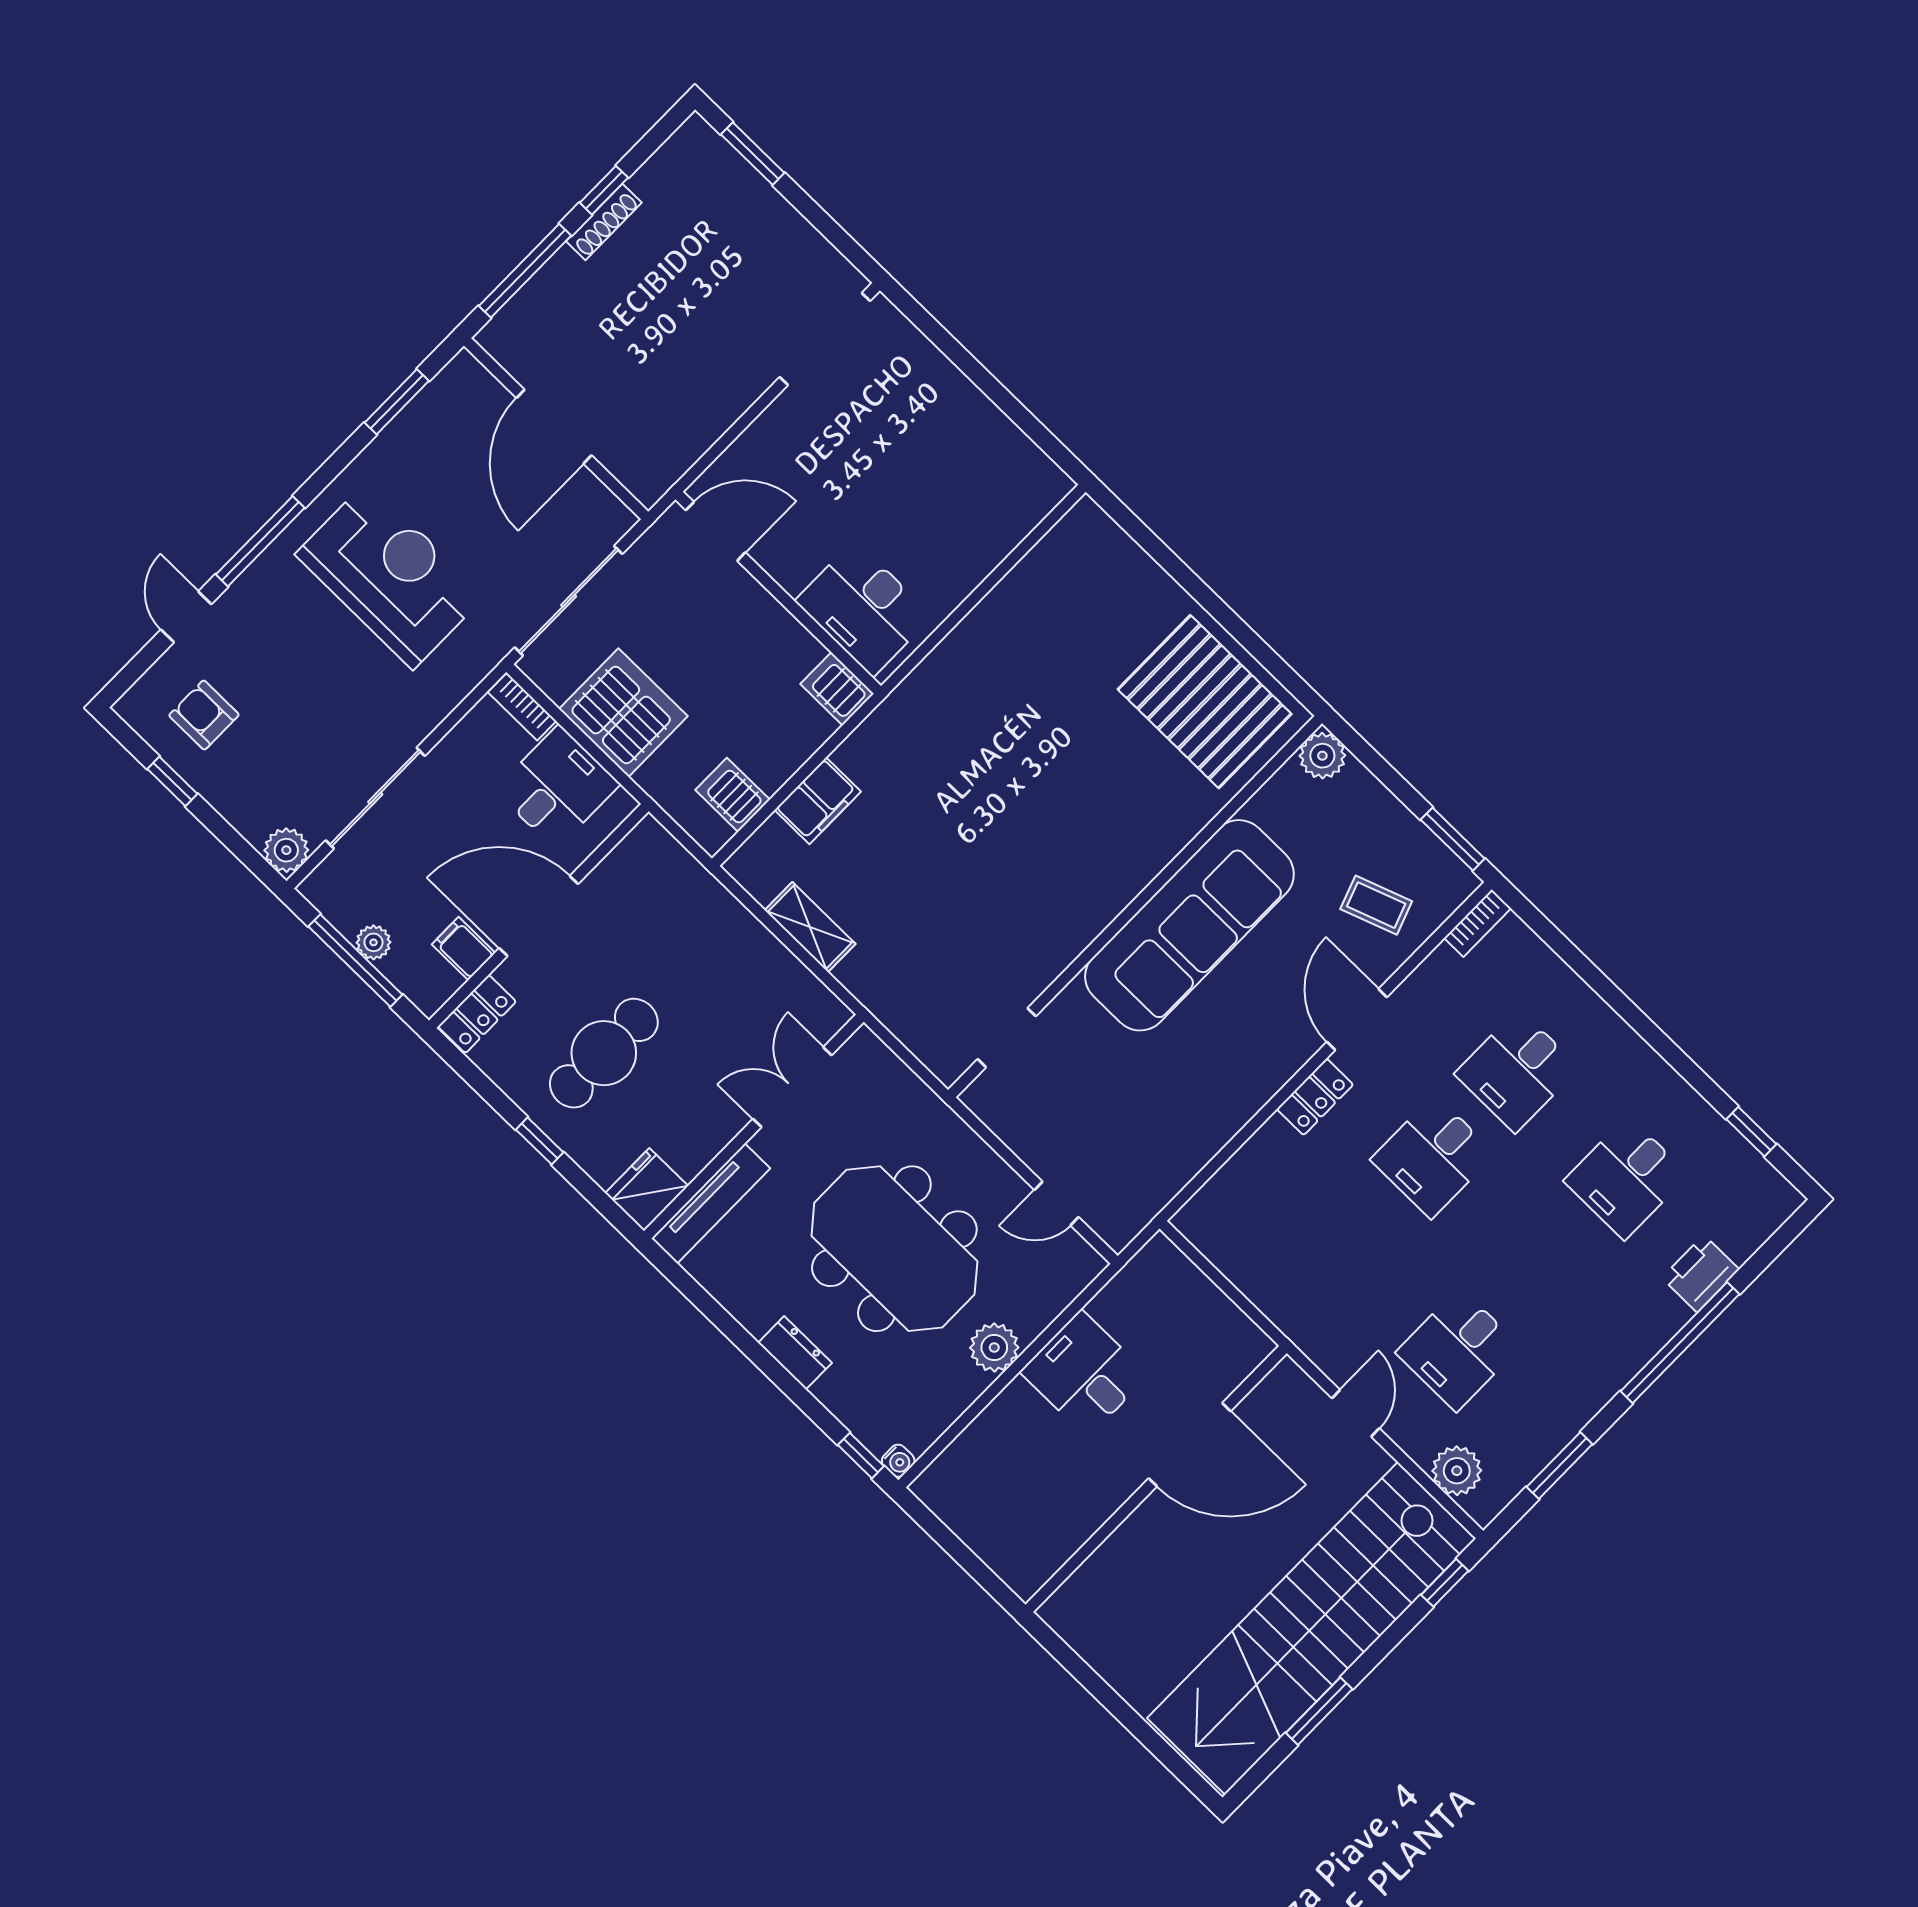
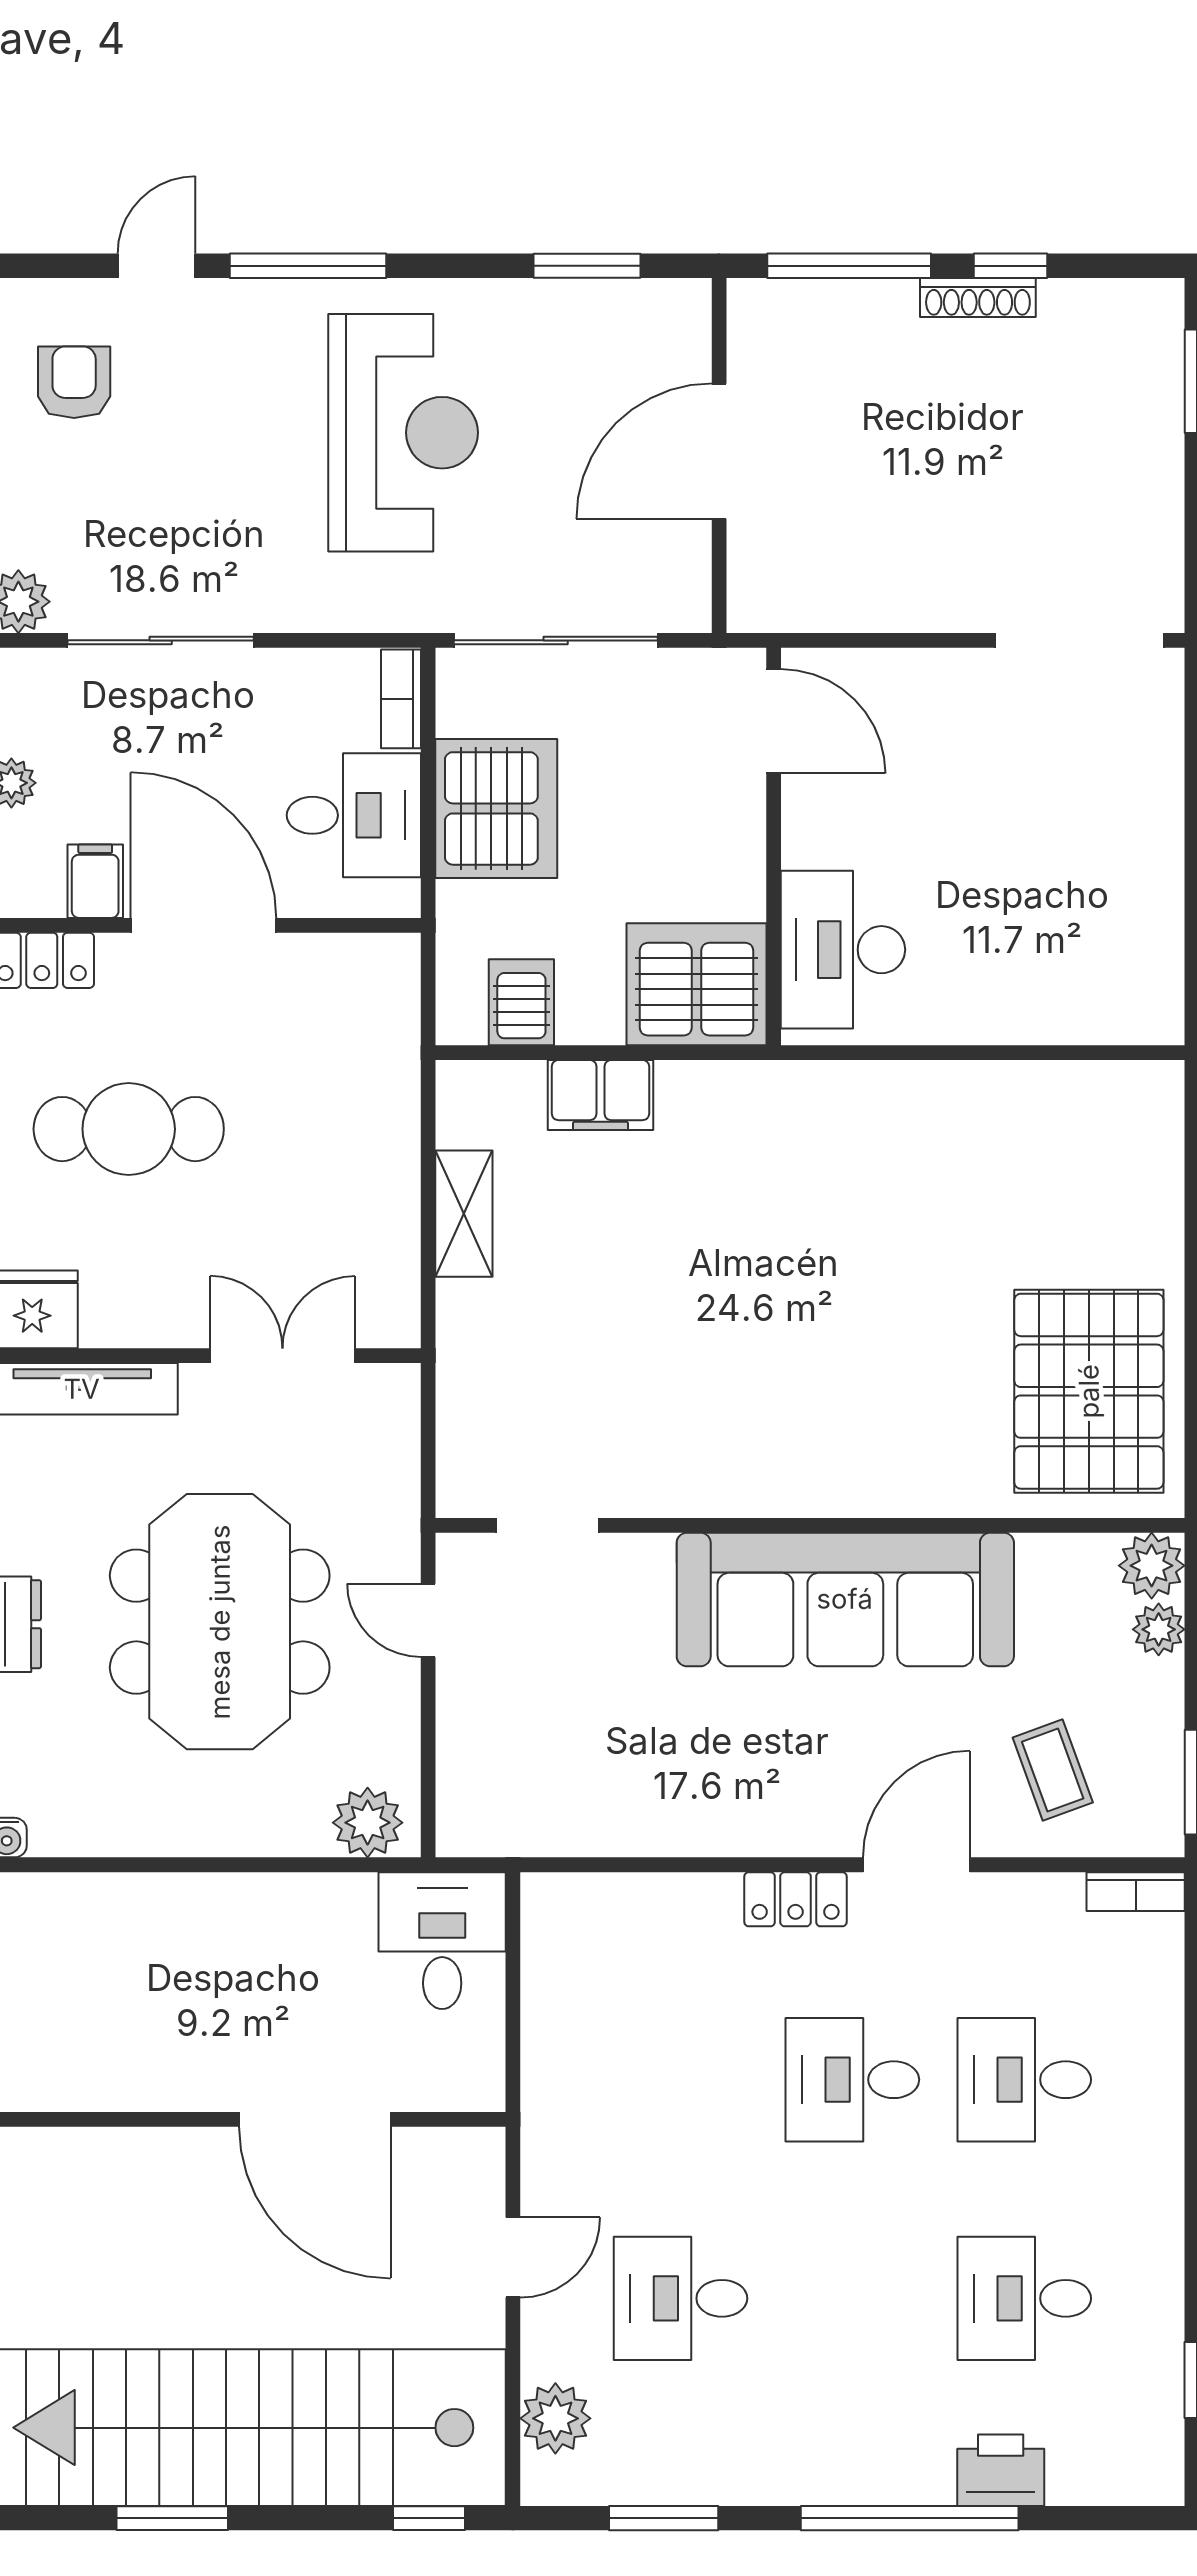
server rack: (837, 689) -> (696, 984), width x2.18, depth x1.44
plant: (1358, 783) -> (1159, 1629), added
door: (1057, 1203) -> (428, 1620), moved
plant: (994, 1348) -> (368, 1823), moved
desk: (1084, 1374) -> (442, 1941), moved

